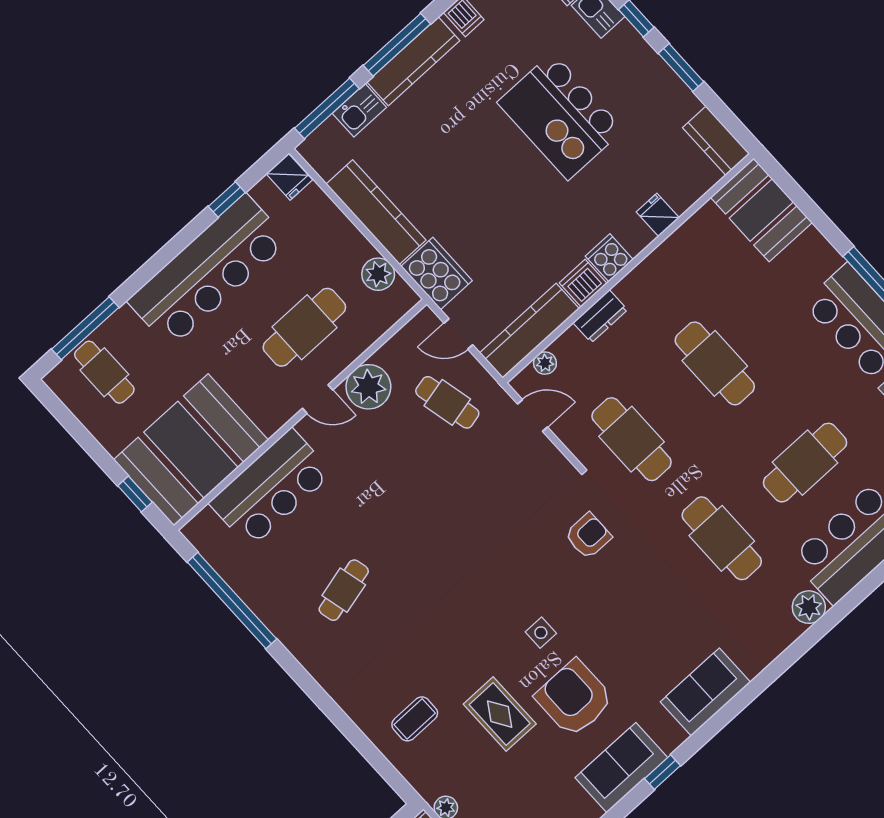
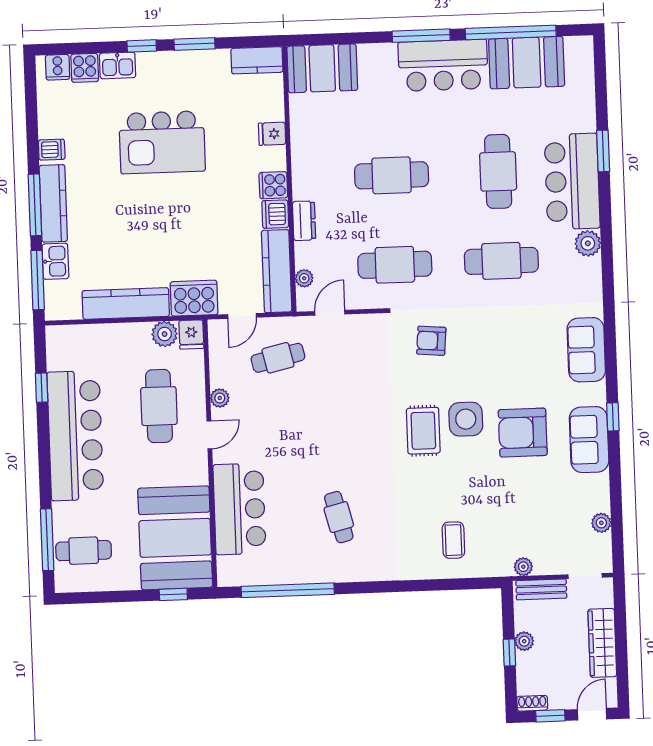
fridge: (289, 177) -> (191, 334), moved, turned 90
plant: (368, 387) -> (220, 398), width x0.53, depth x0.53
armchair: (588, 536) -> (431, 341), turned -85
side table: (541, 633) -> (466, 419), width x1.87, depth x1.87
rug: (500, 714) -> (423, 431), moved, turned 90

